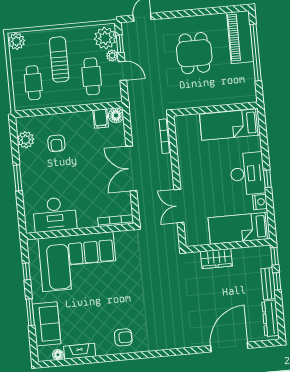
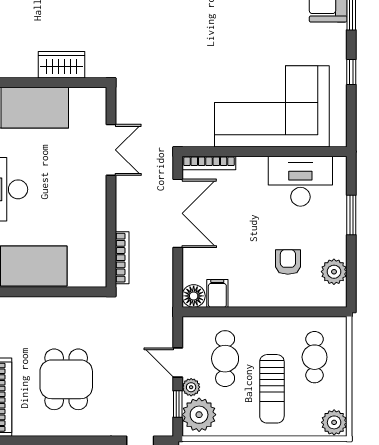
desk: (55, 214) -> (300, 181), moved
bookcase: (116, 221) -> (209, 163), moved
wall: (80, 232) -> (265, 152), moved
corner sofa: (78, 262) -> (272, 106), moved

